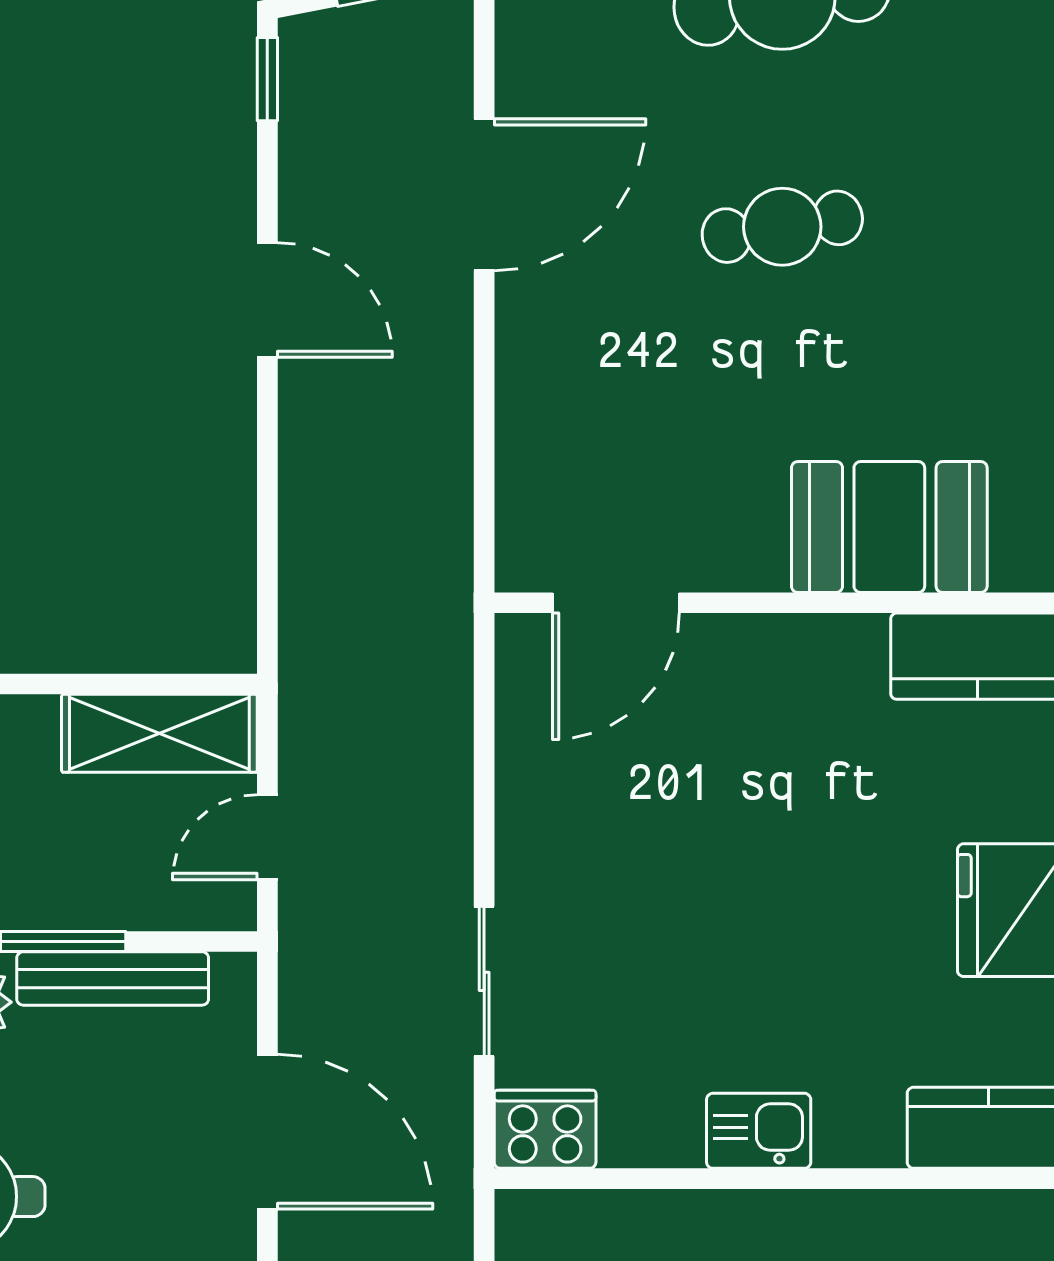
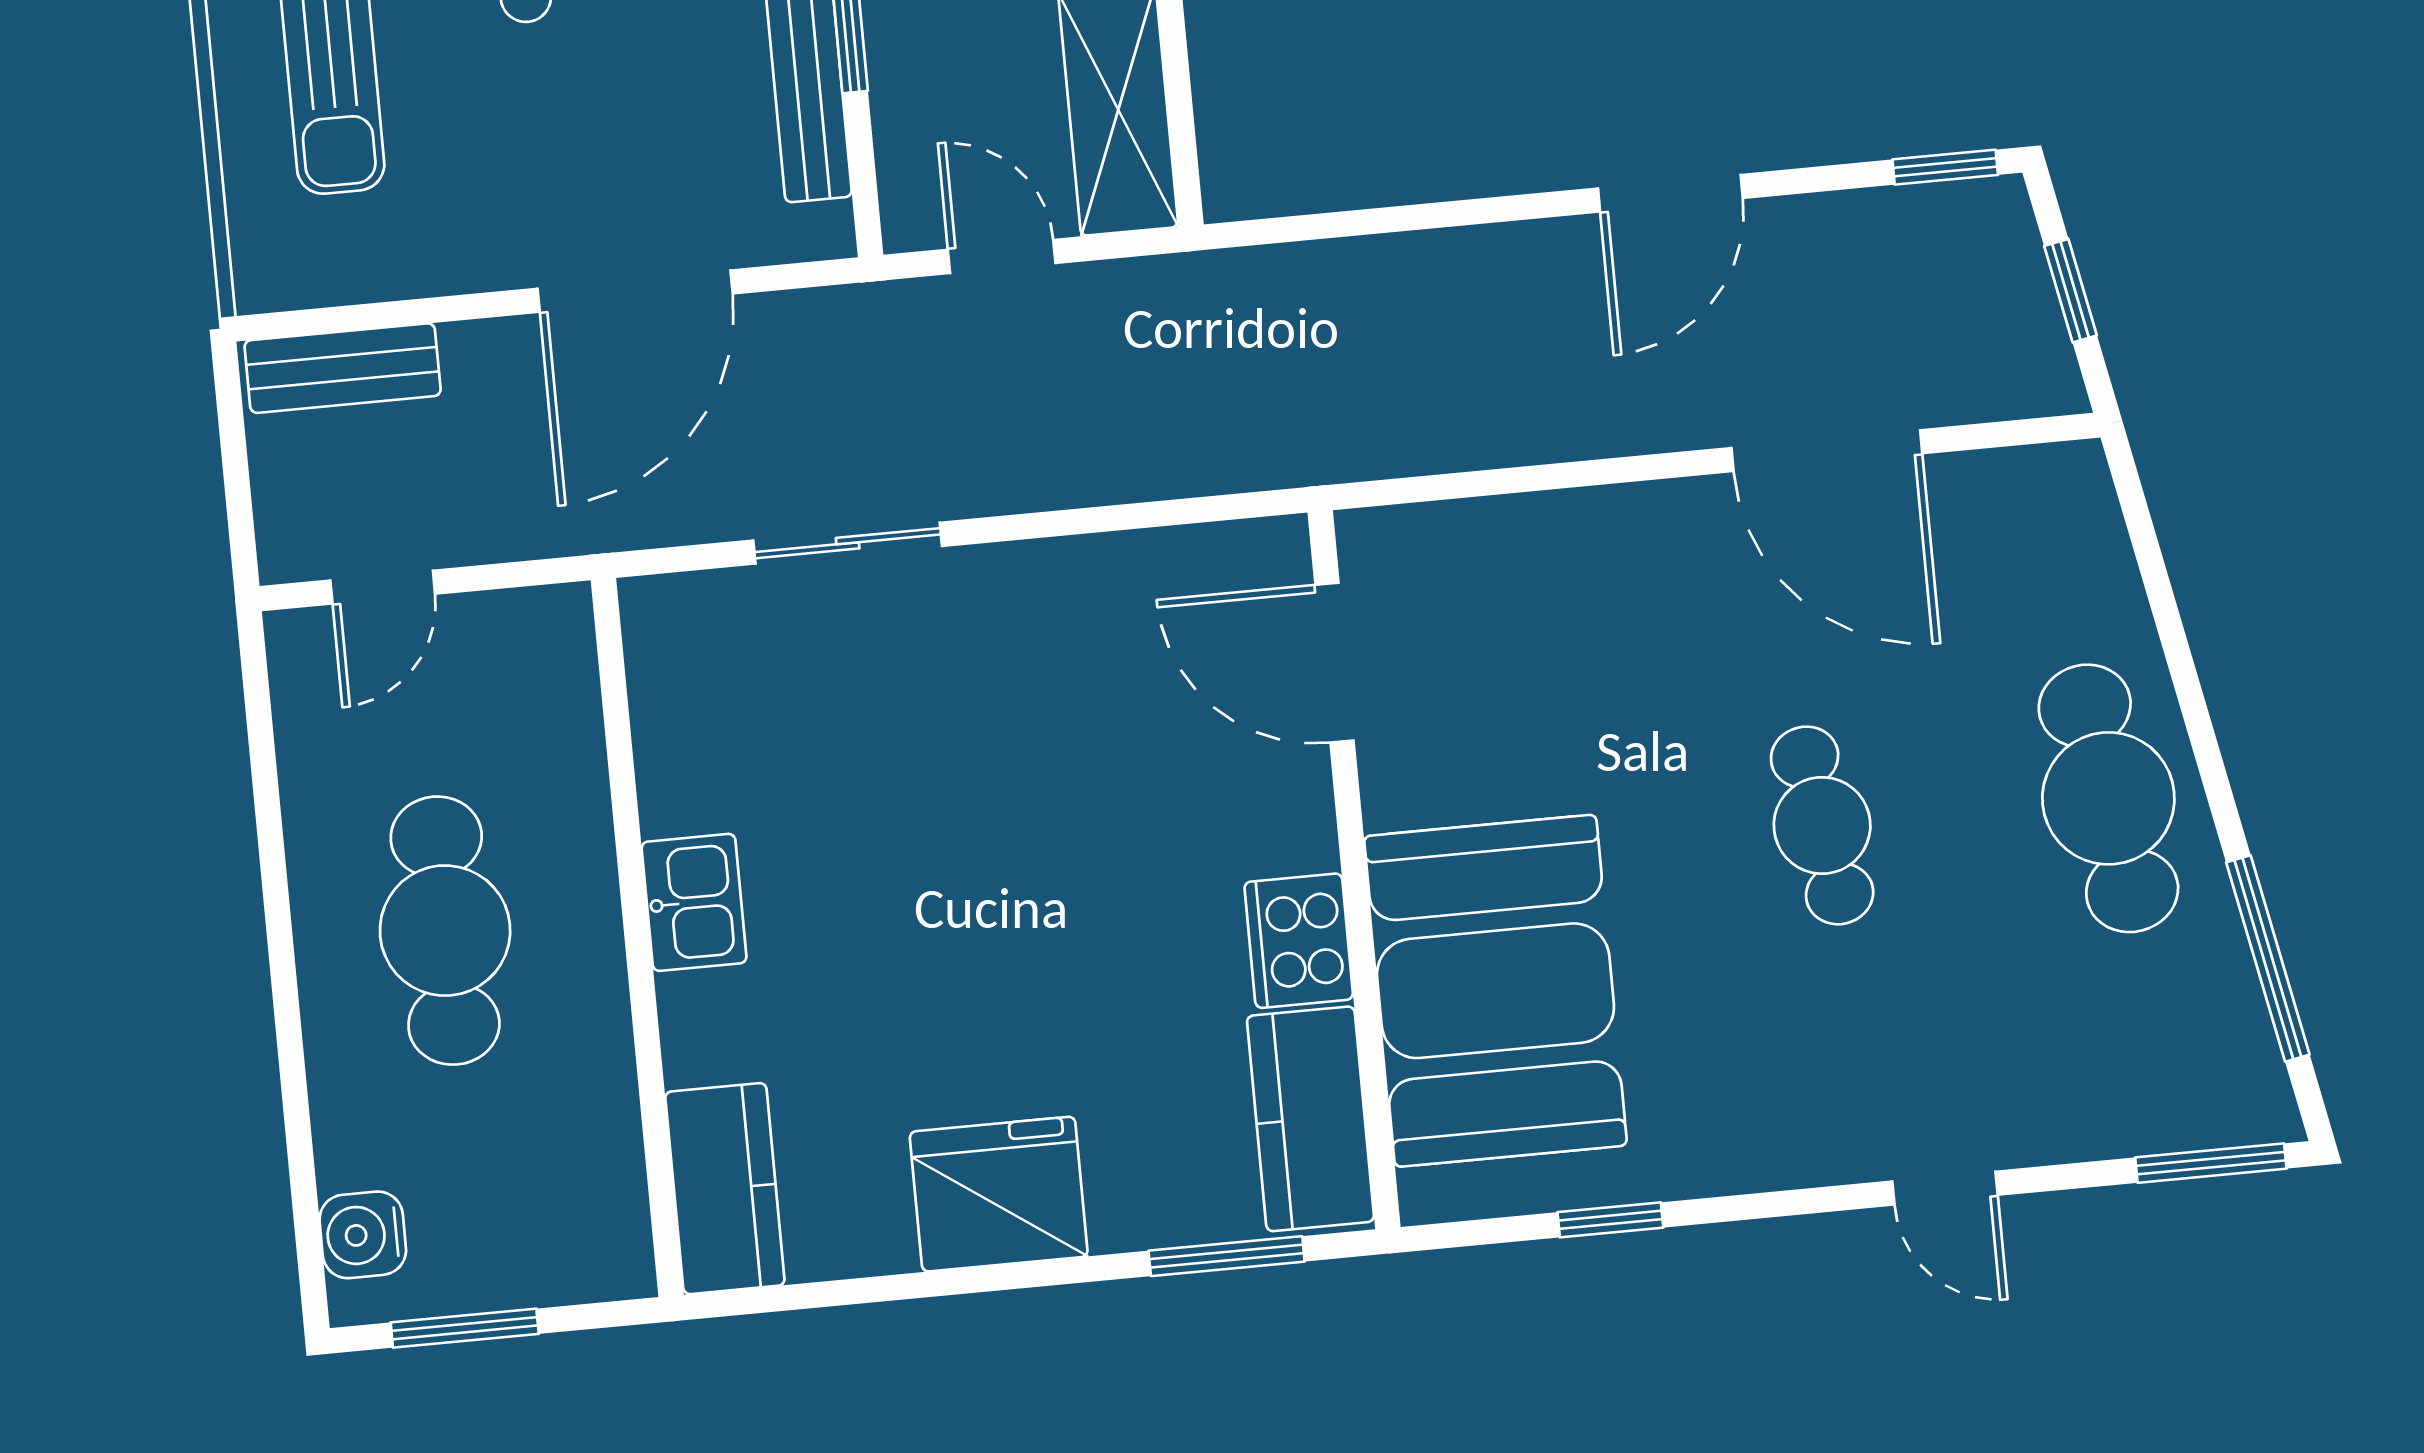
booth: (889, 527) -> (1495, 991), width x1.36, depth x1.42
cooker: (545, 1129) -> (1299, 941), moved, turned 180

